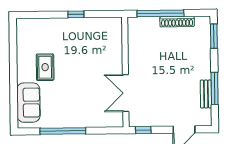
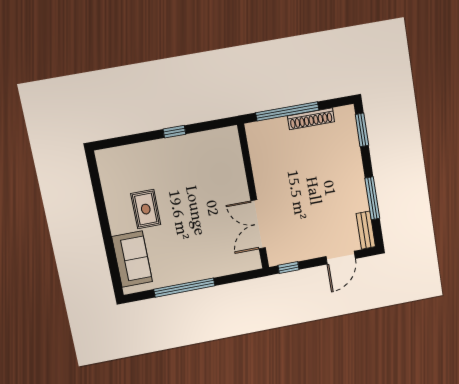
bench: (206, 94) -> (366, 230), moved

